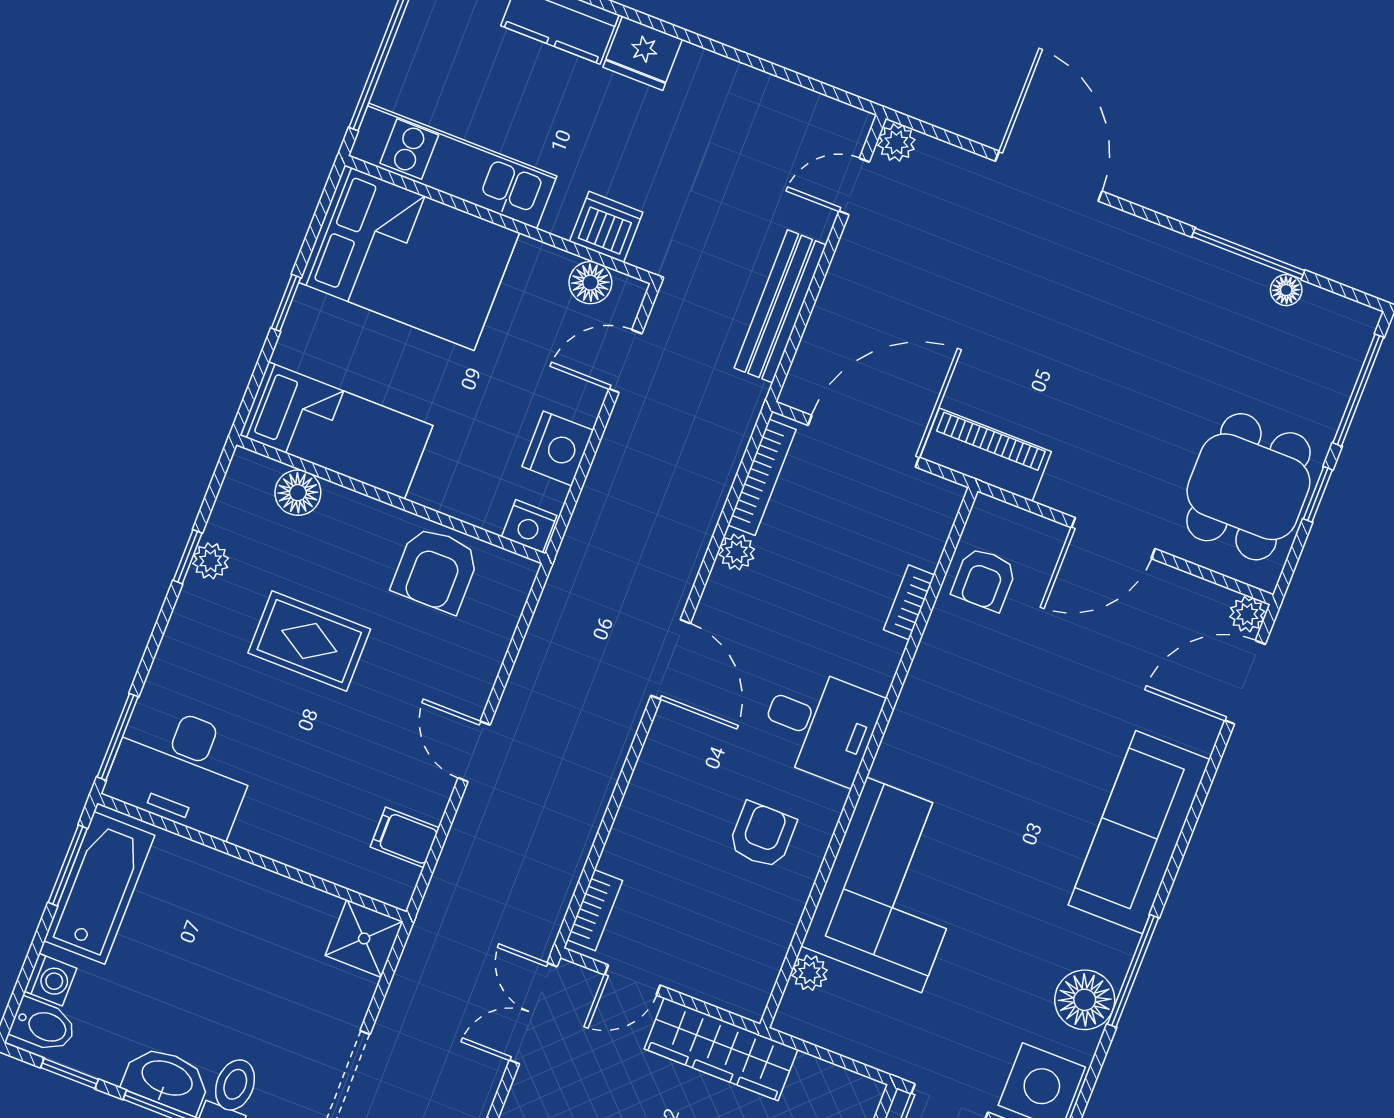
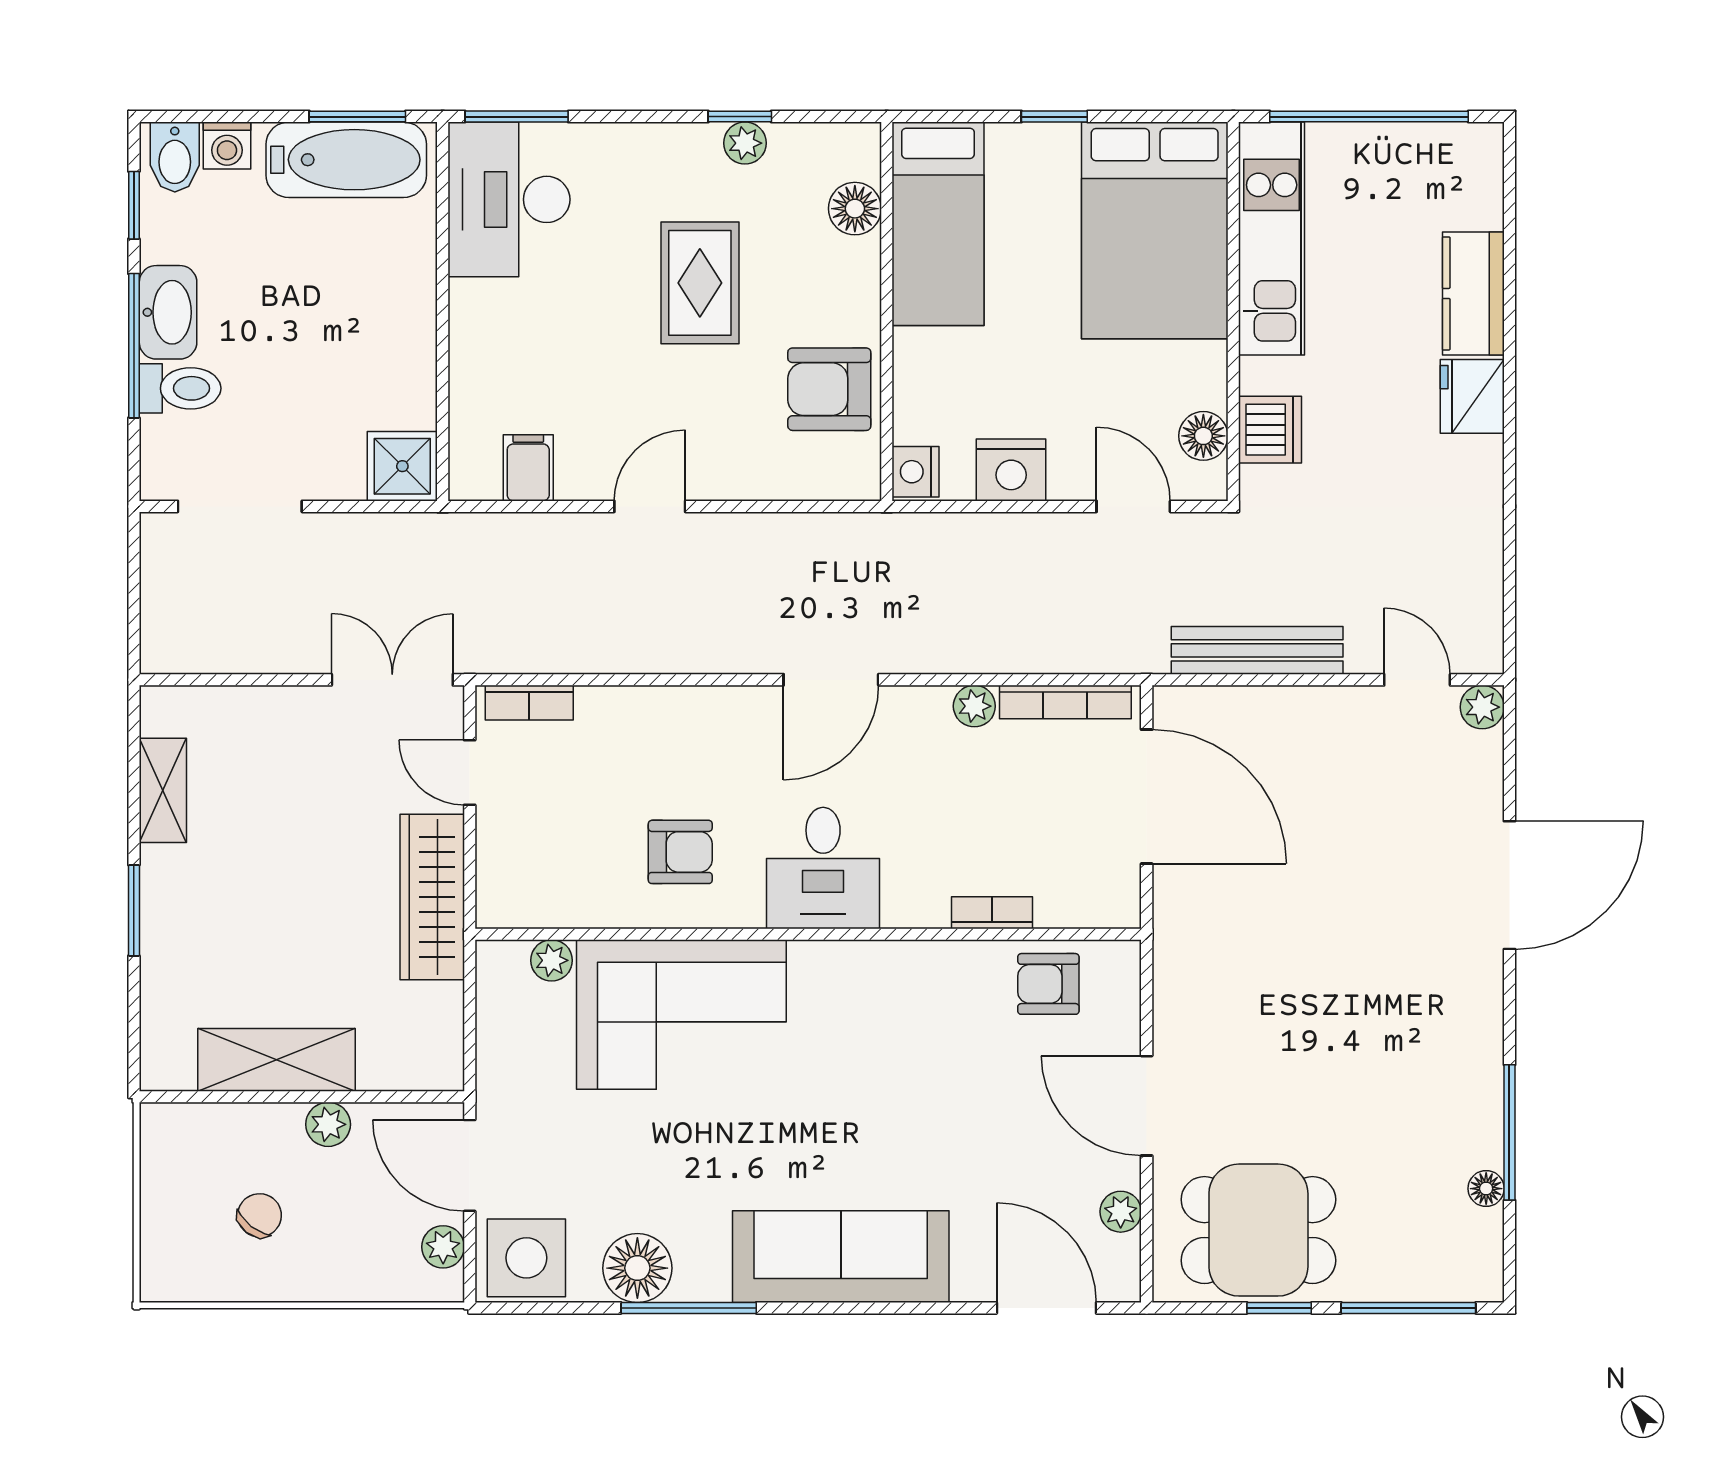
piano: (986, 455) -> (1183, 934), removed
plant: (1247, 614) -> (1121, 1212), moved

